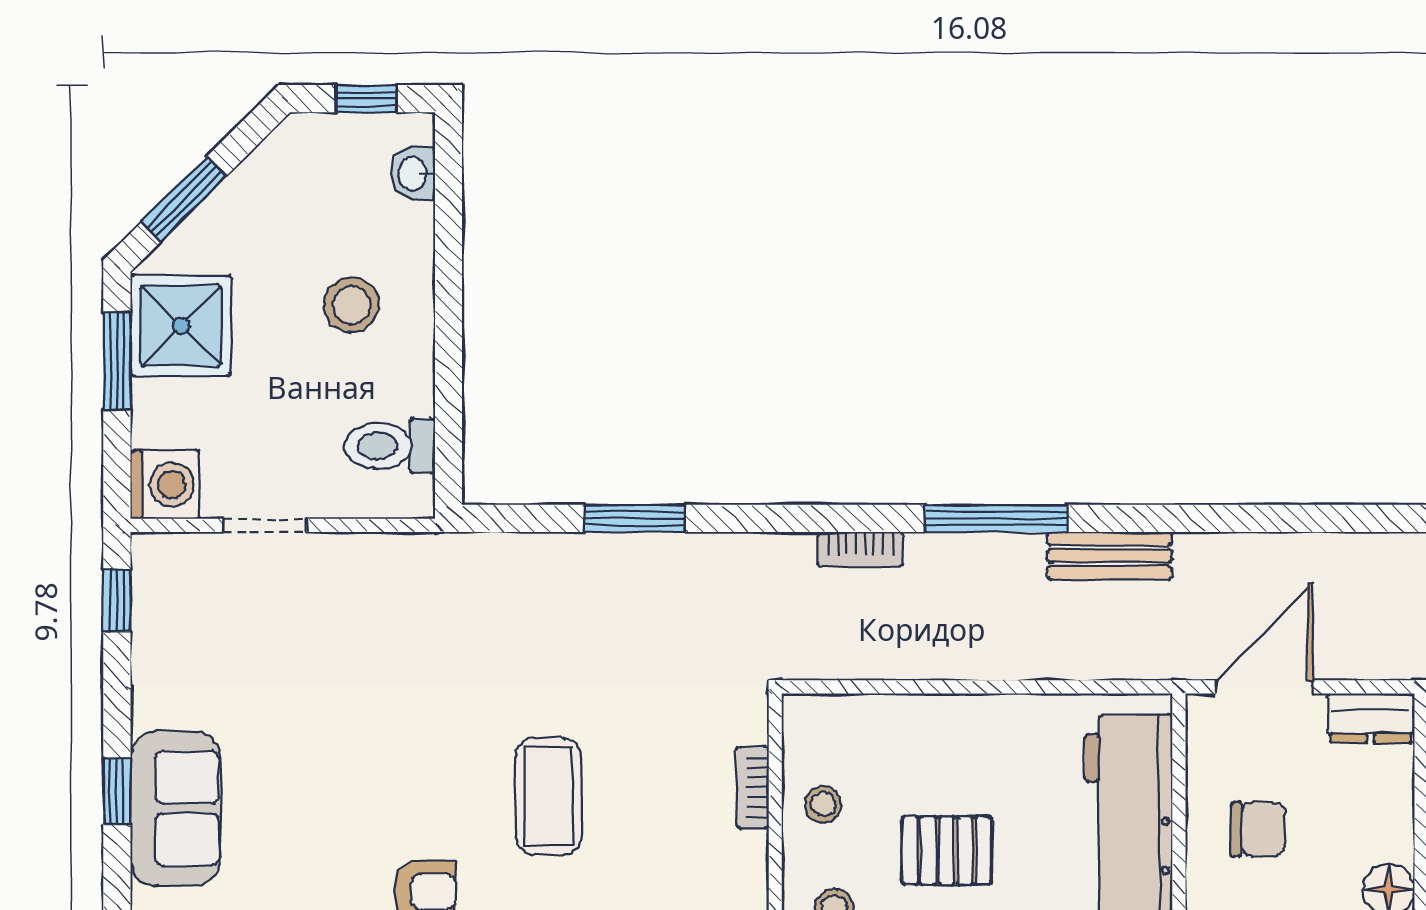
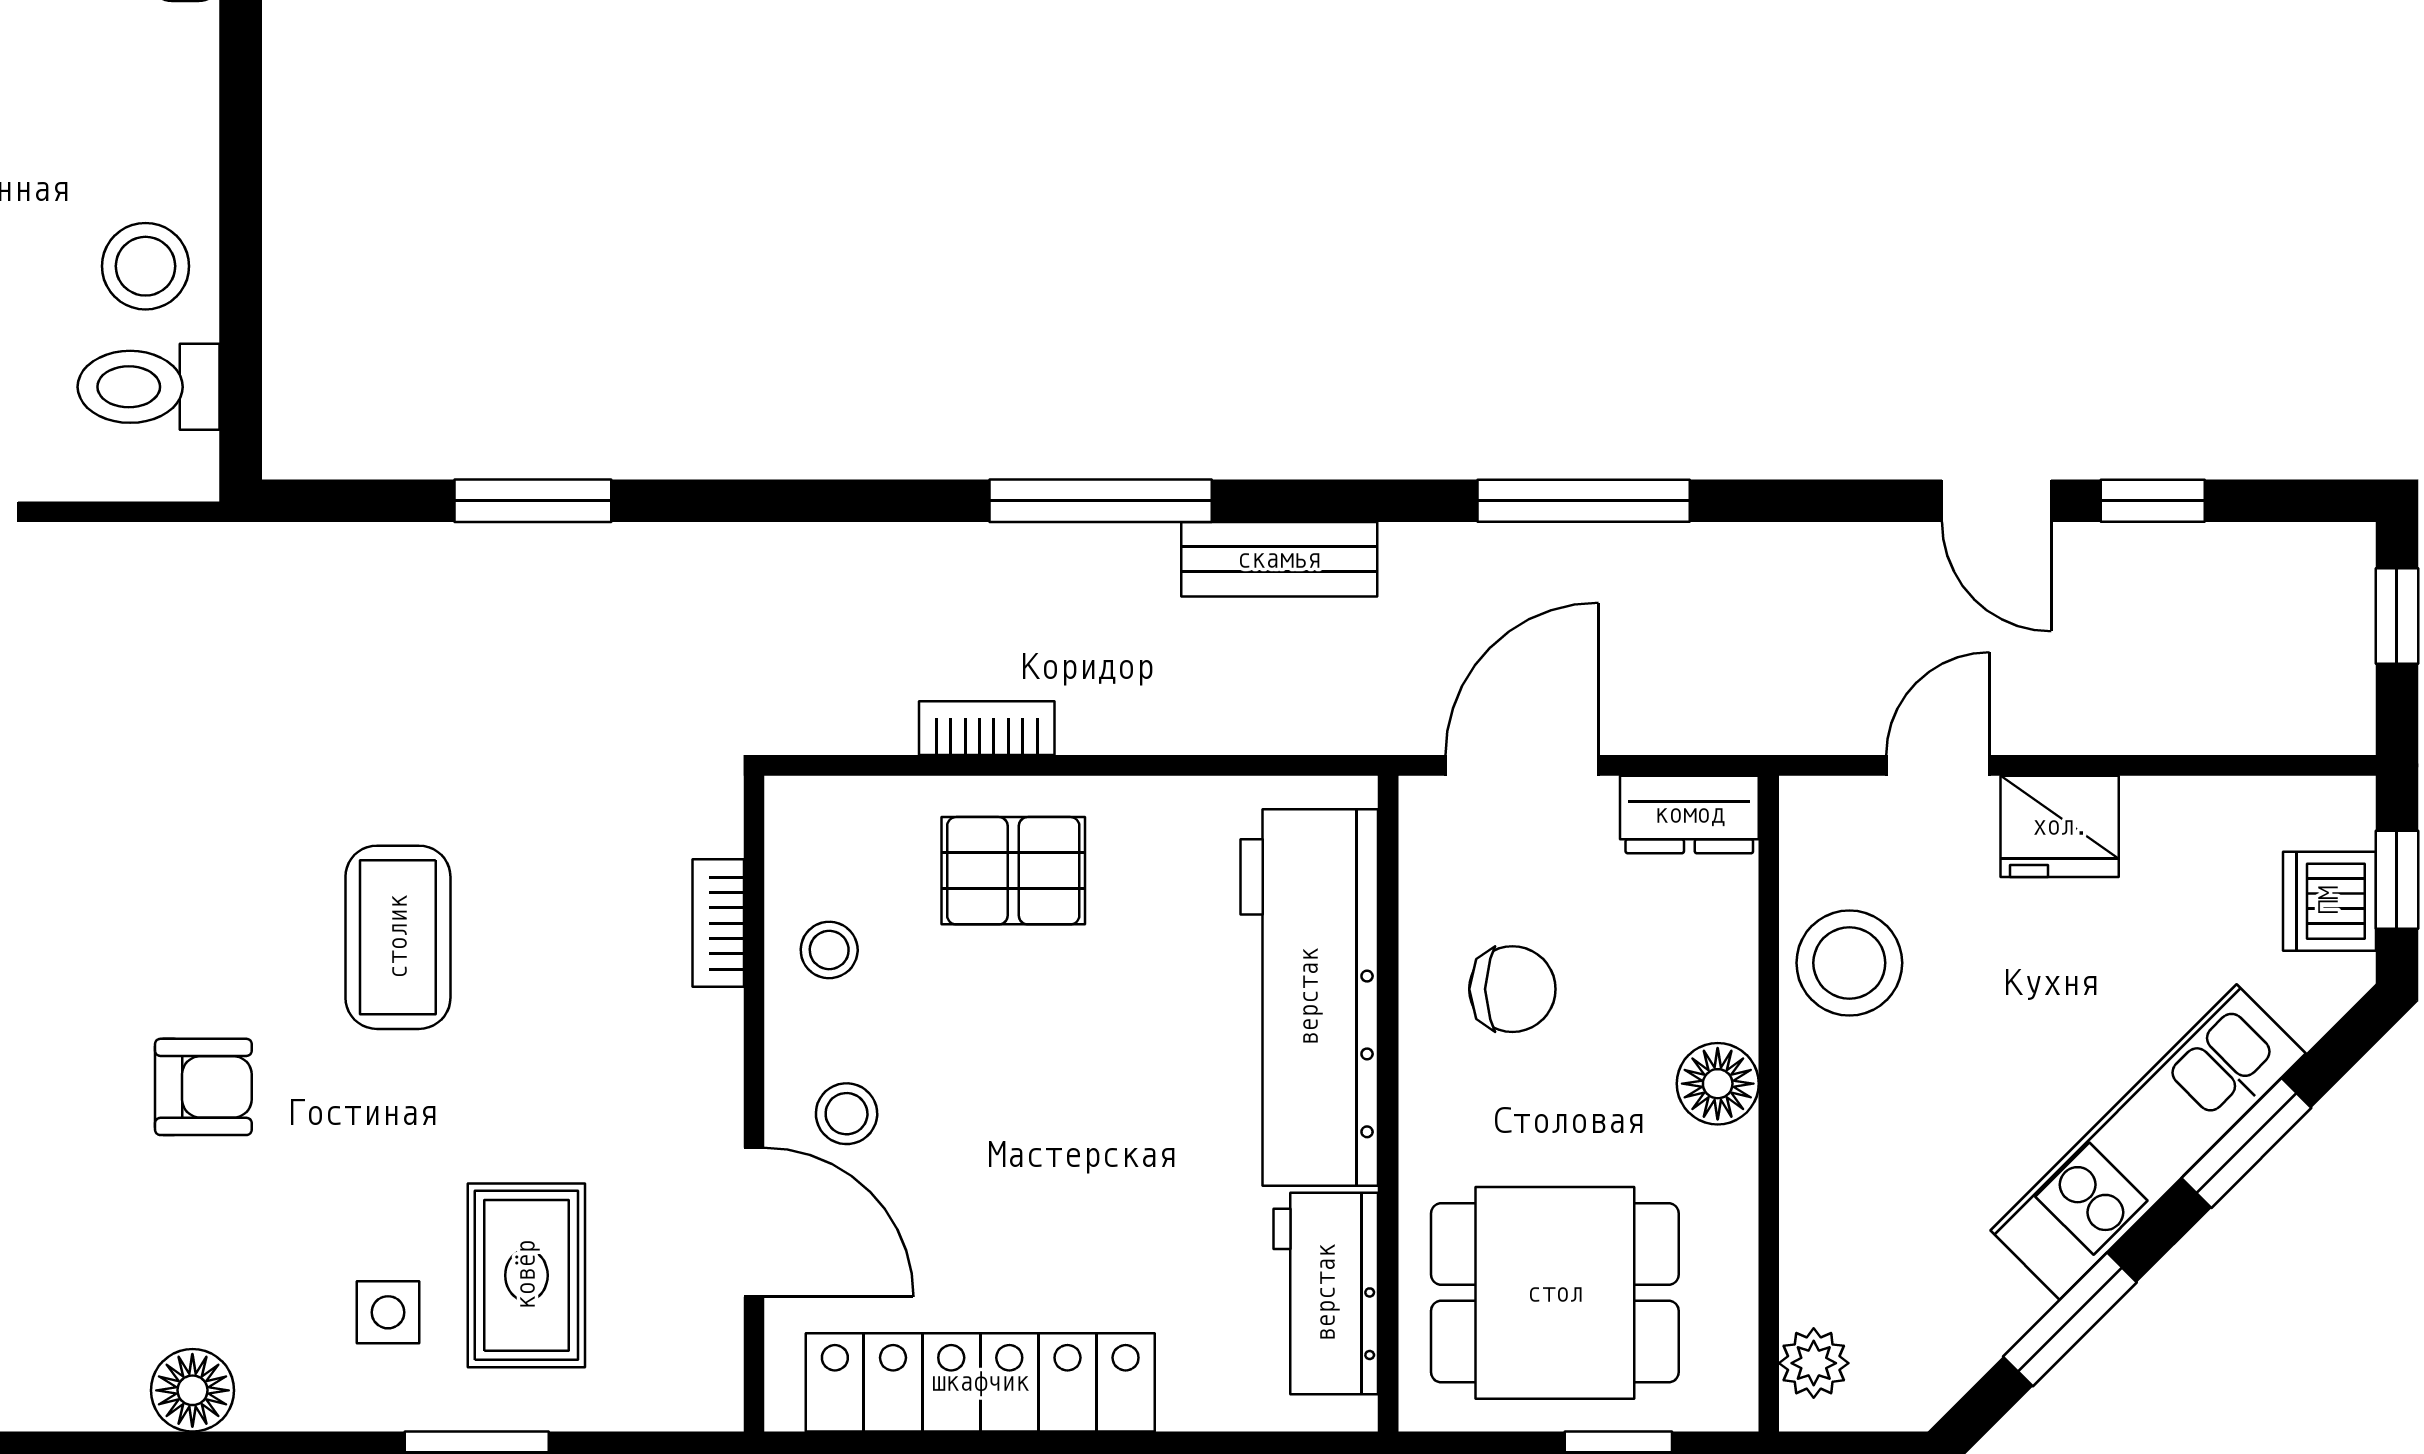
stool: (352, 305) -> (145, 266), moved
window: (1303, 518) -> (1584, 501), added
bookcase: (860, 549) -> (987, 728), moved, turned 180
pallet: (947, 851) -> (1013, 871), moved

